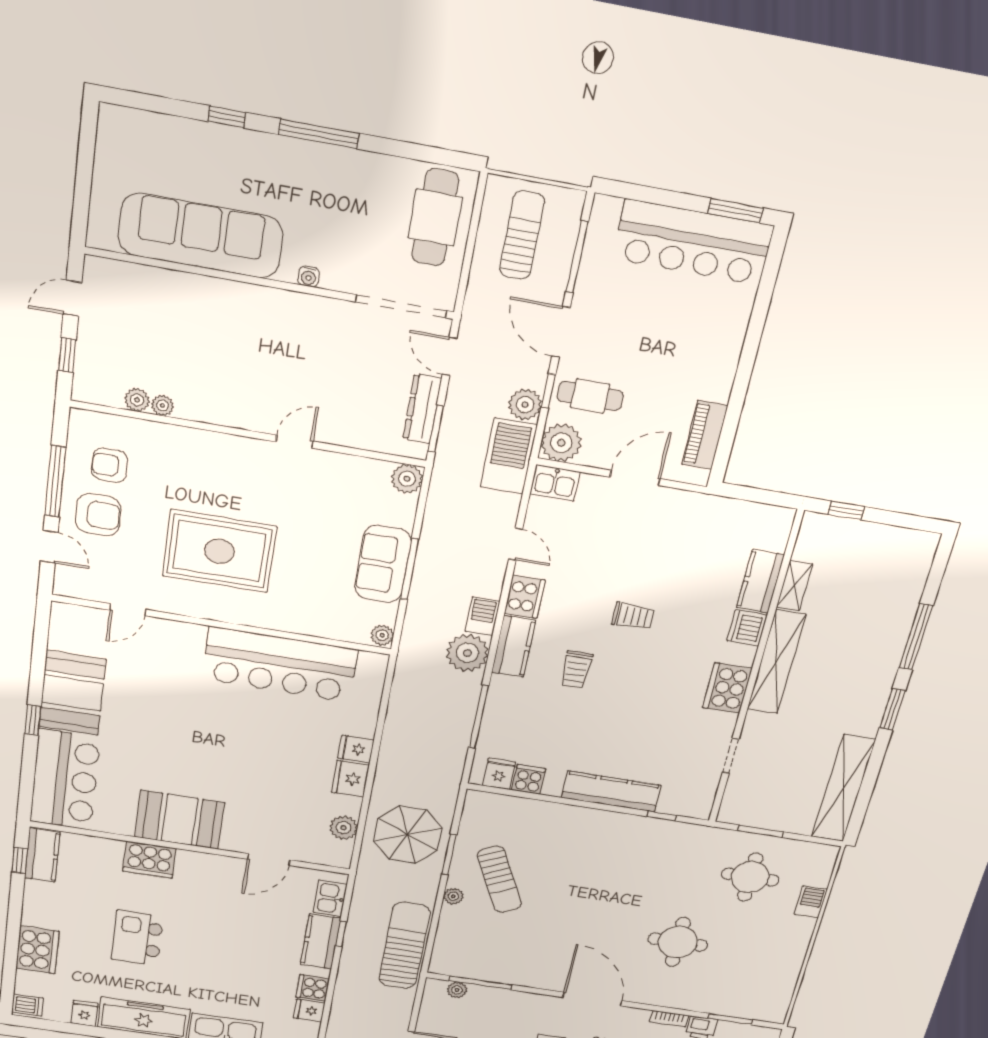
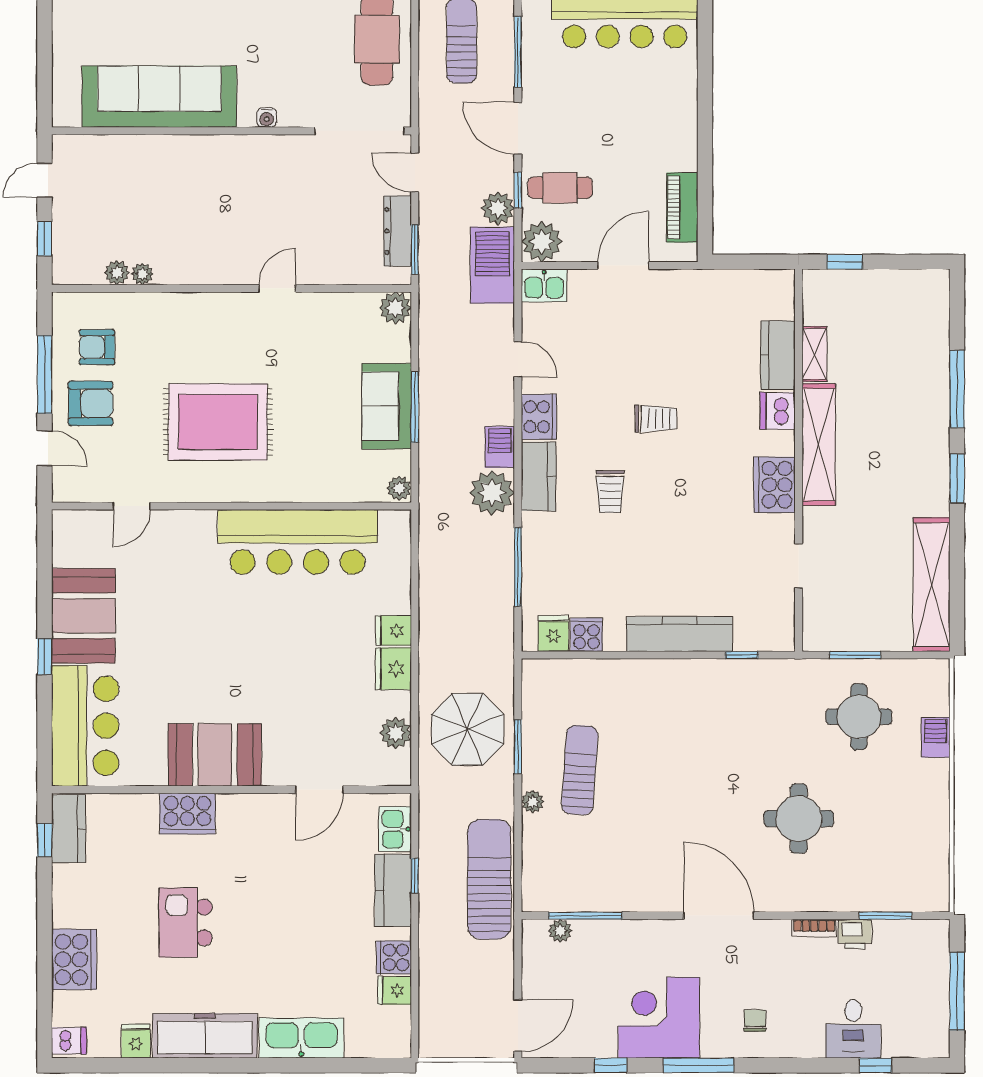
sun lounger: (499, 879) -> (580, 770), turned -150

